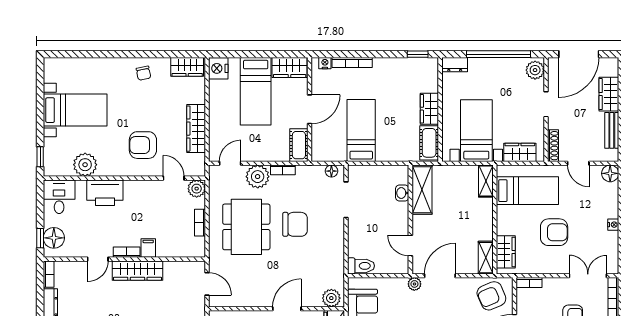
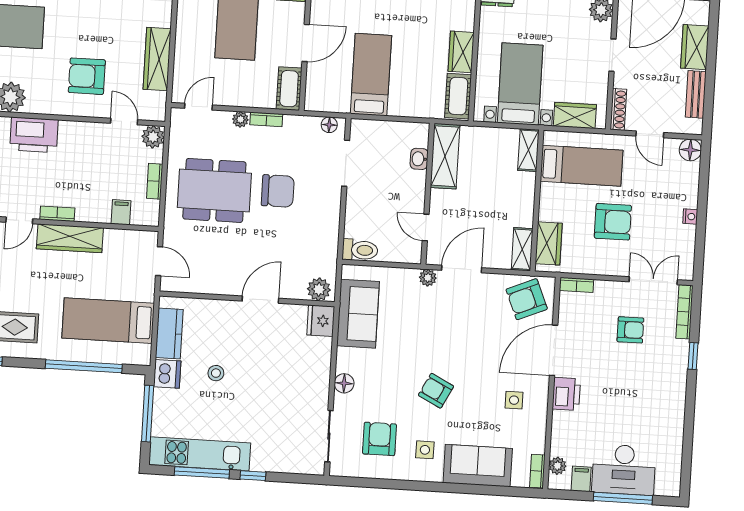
plant: (258, 177) -> (240, 119), width x0.53, depth x0.53
dining table: (246, 227) -> (214, 190), turned 90
filing cabinet: (148, 248) -> (121, 212), moved

